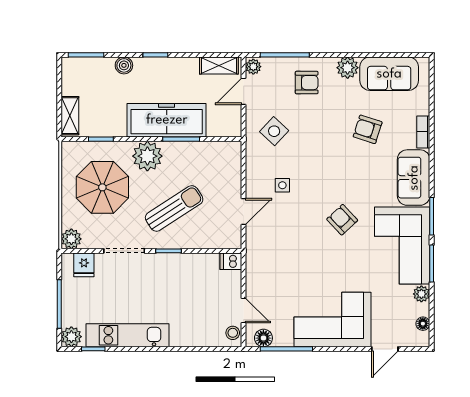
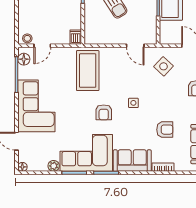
armchair: (368, 129) -> (165, 130), turned 72
side table: (282, 185) -> (133, 103), moved
door: (244, 212) -> (135, 46), moved
armchair: (342, 220) -> (104, 112), turned 133
coffee table: (280, 243) -> (88, 71), added
floor lamp: (423, 324) -> (22, 167), moved

